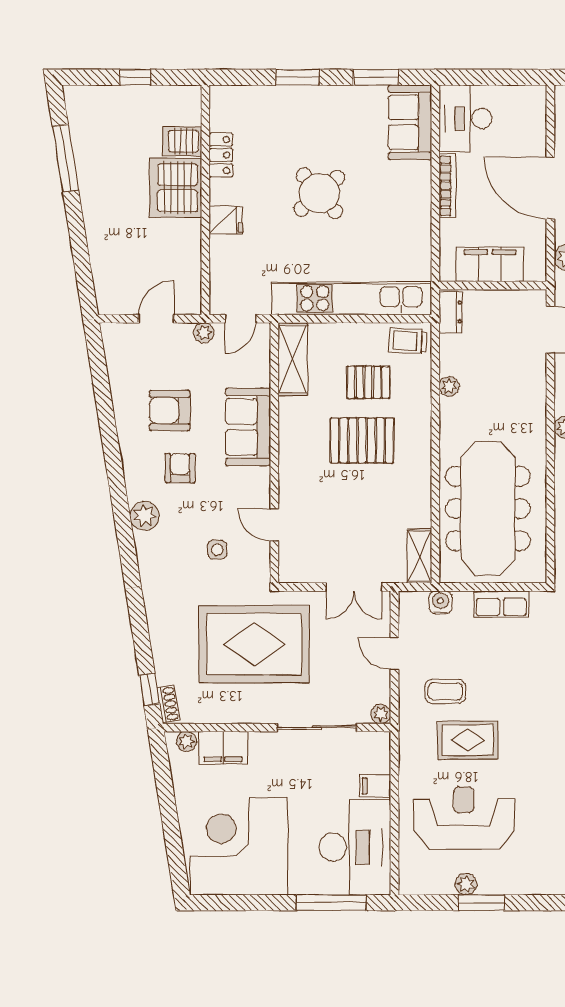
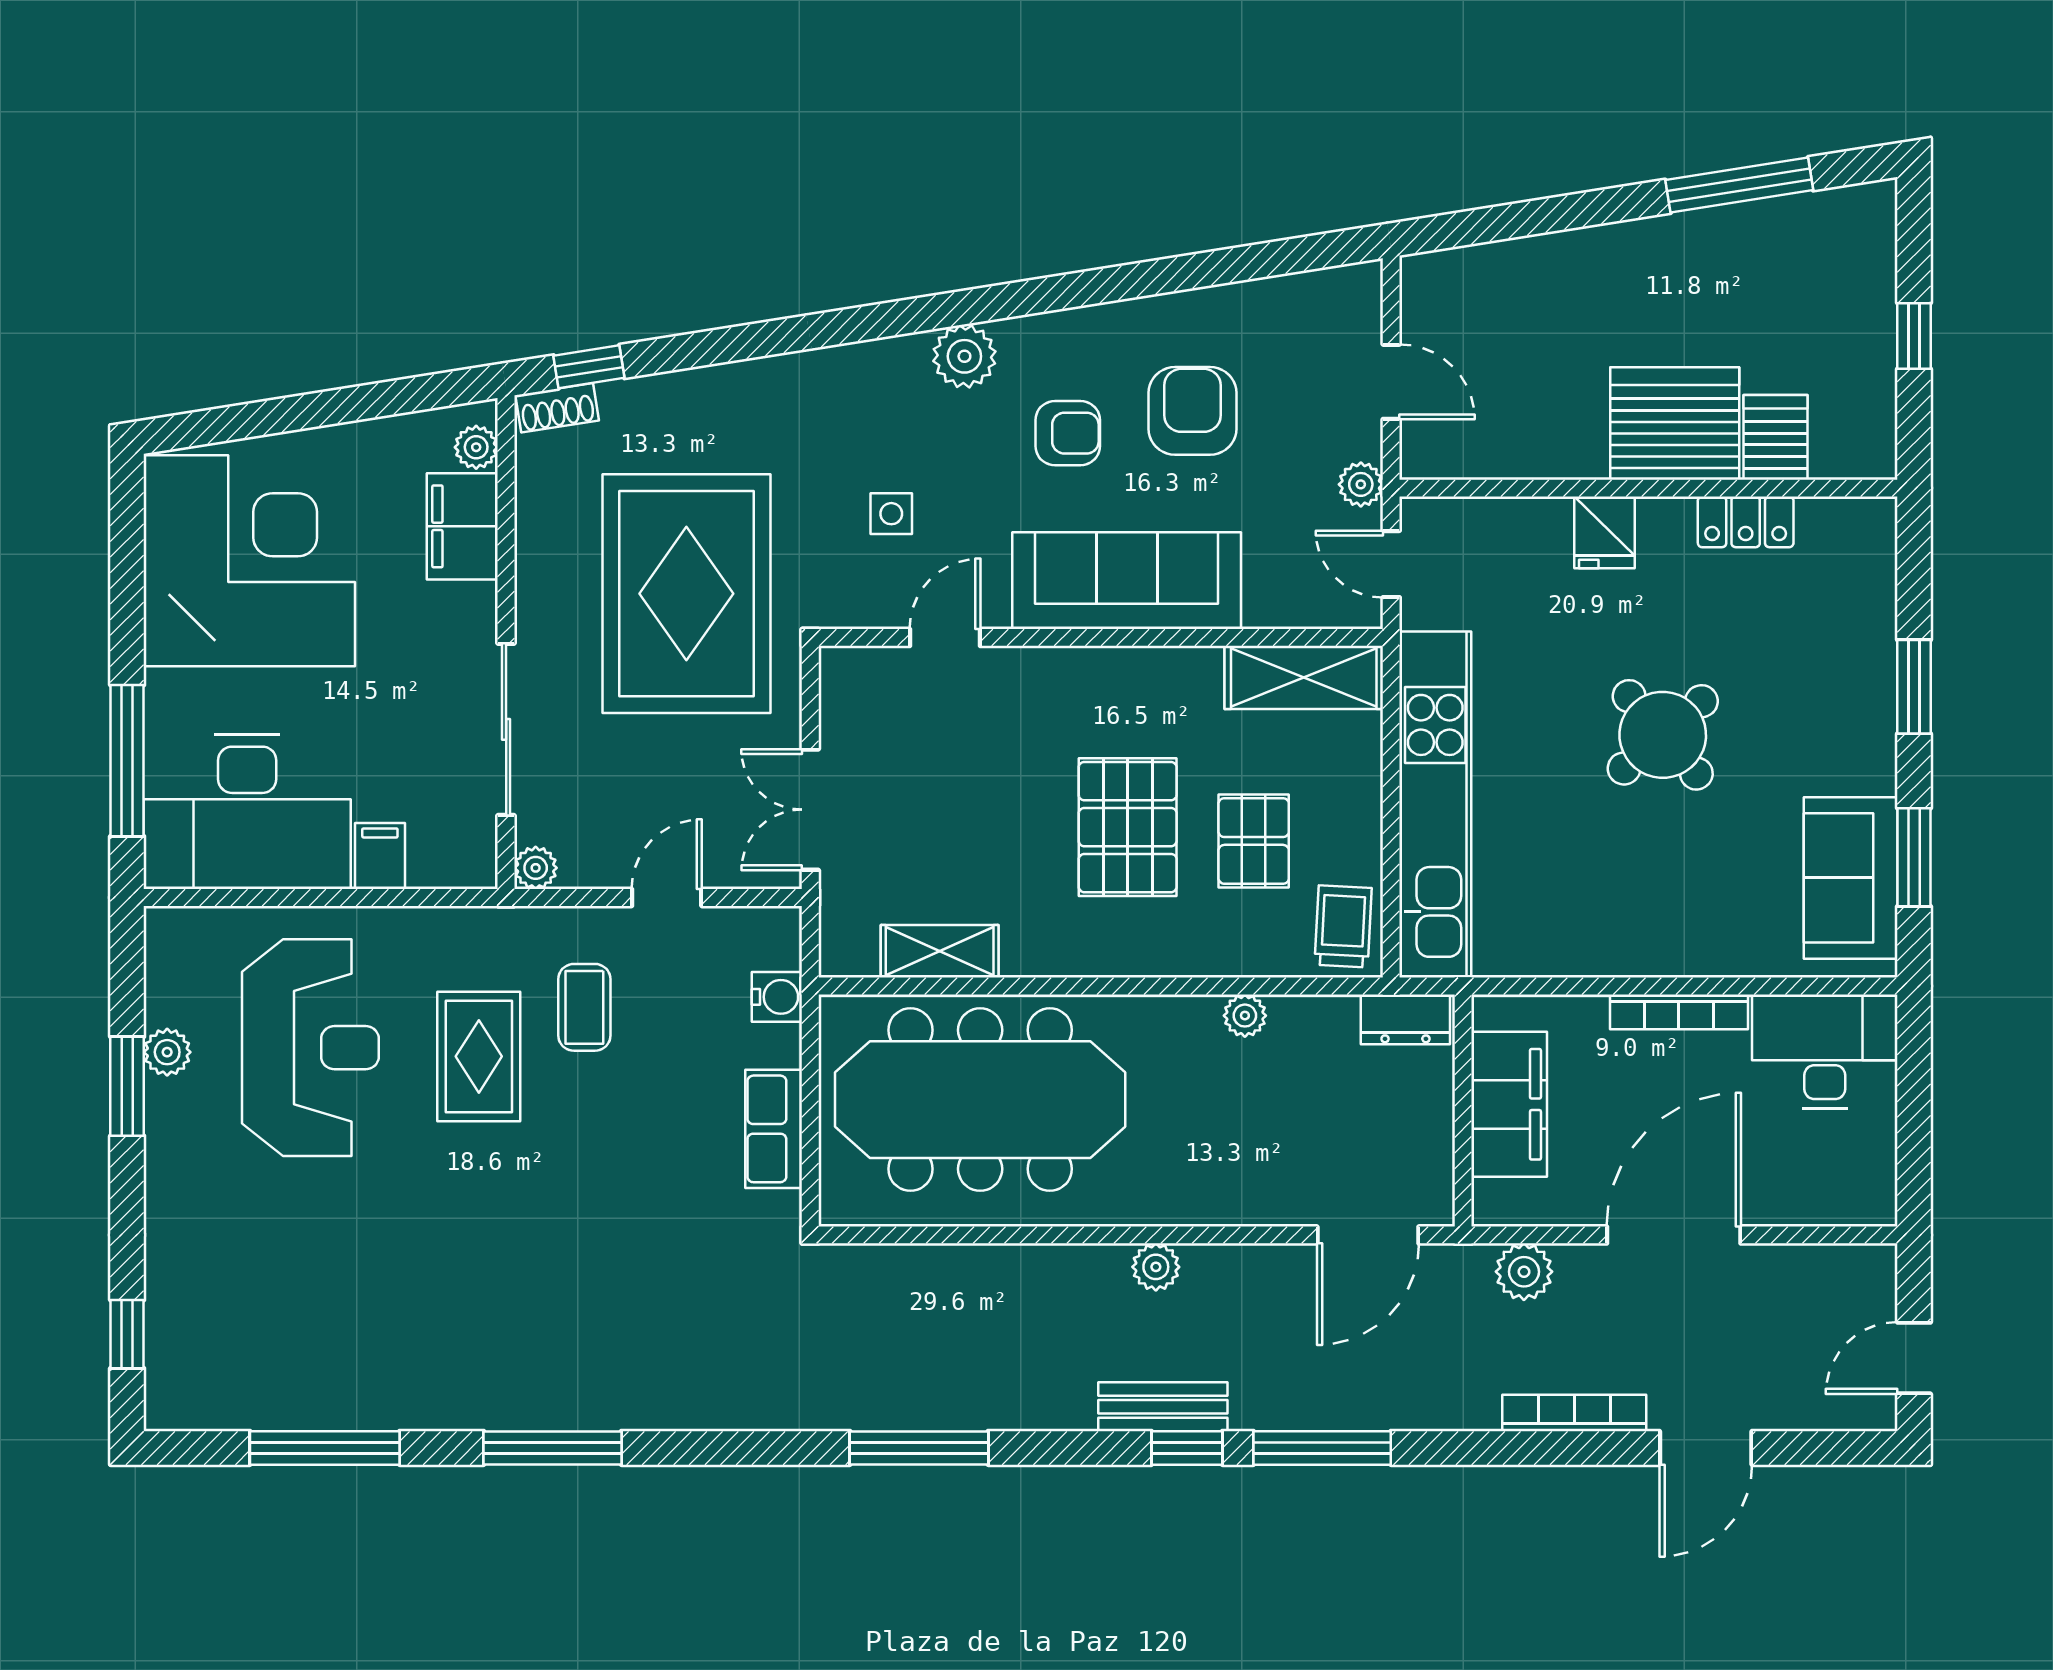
sofa: (410, 122) -> (1851, 878), moved, turned -90
sofa: (248, 427) -> (1127, 581), width x1.36
shelving: (419, 556) -> (940, 951), moved

